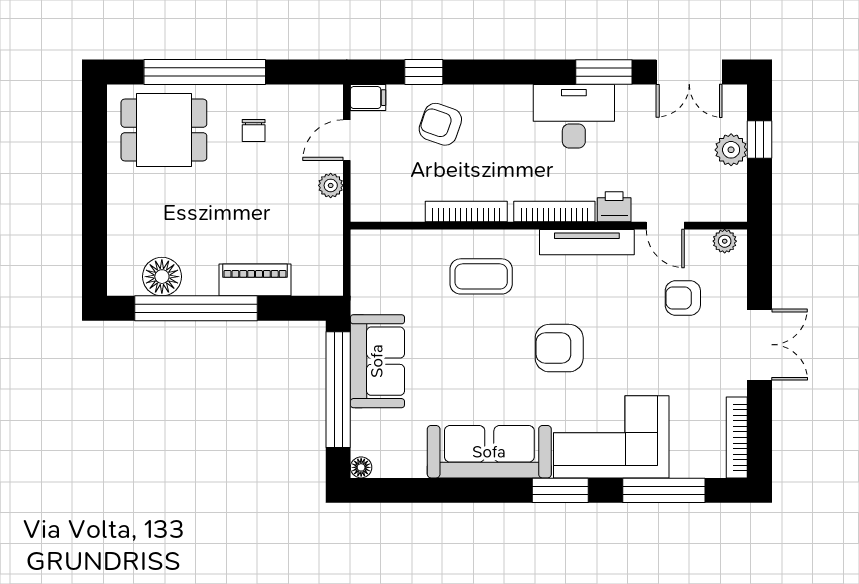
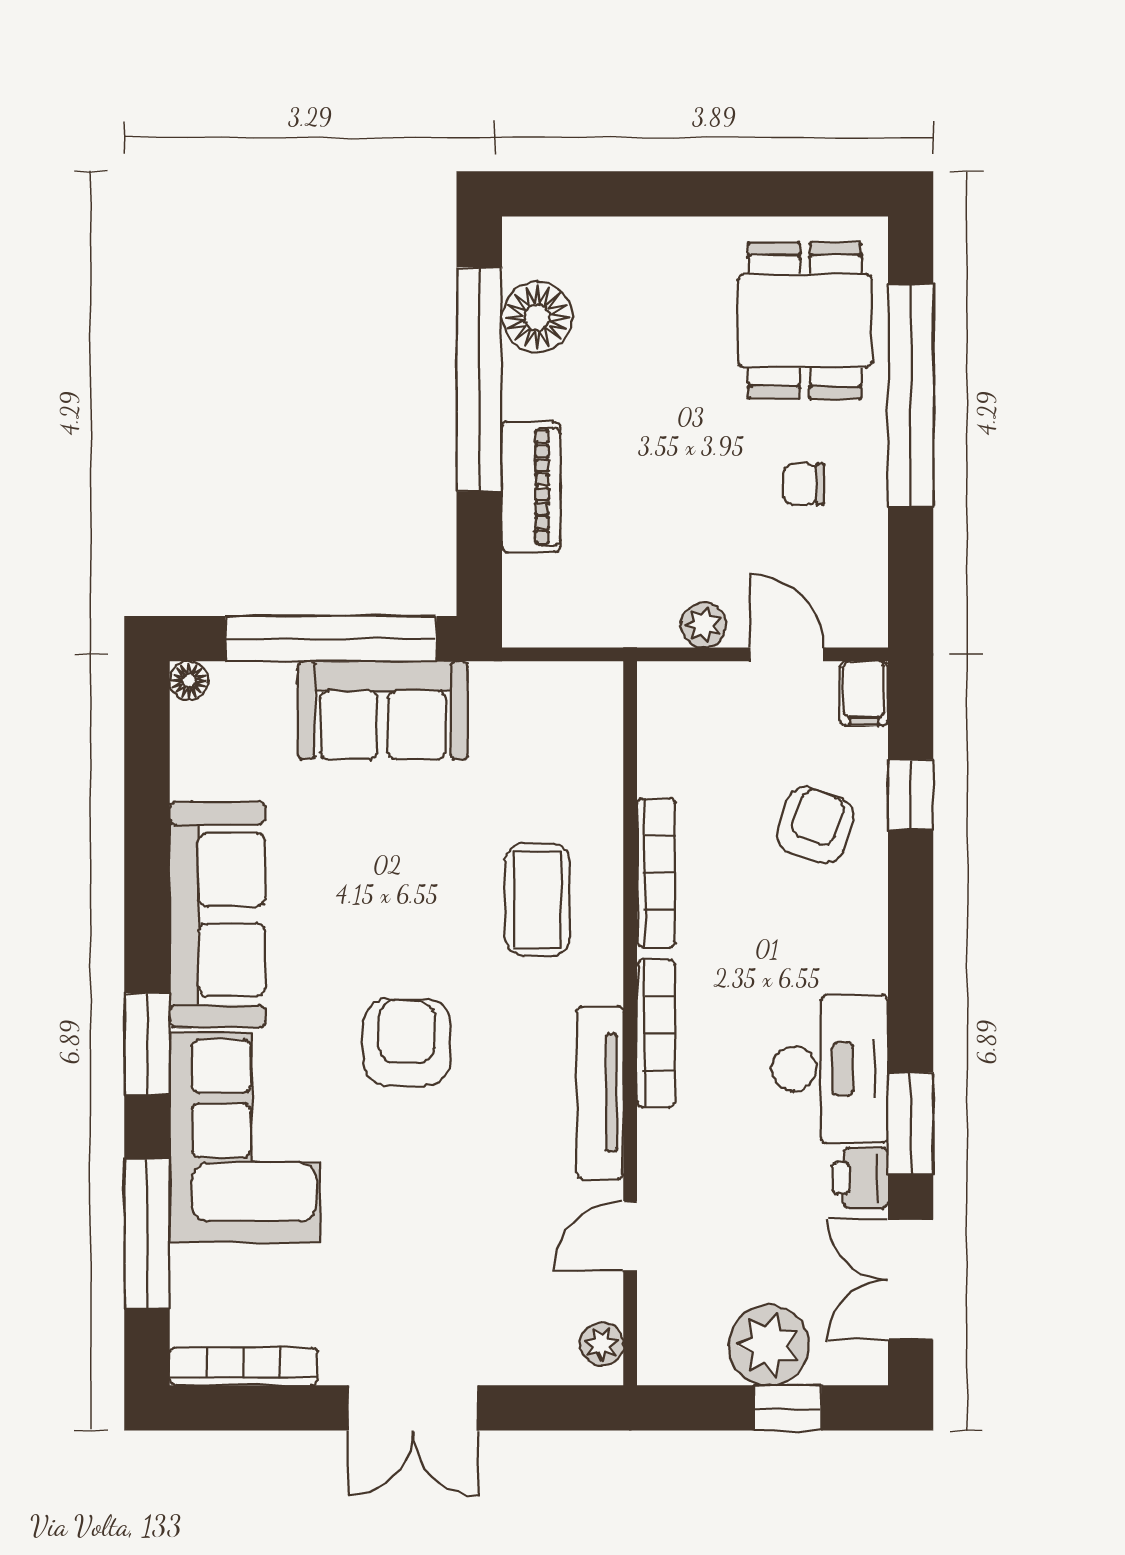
plant: (731, 150) -> (769, 1345), width x1.36, depth x1.36
printer: (614, 207) -> (860, 1178), moved, turned 180
armchair: (683, 298) -> (498, 1268), removed

